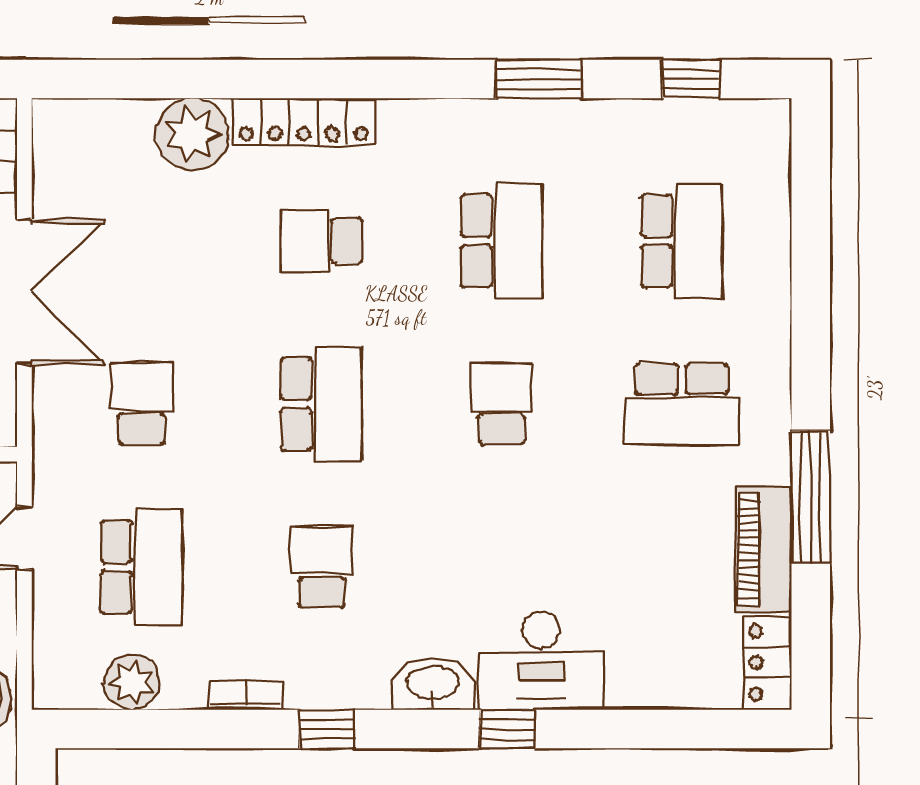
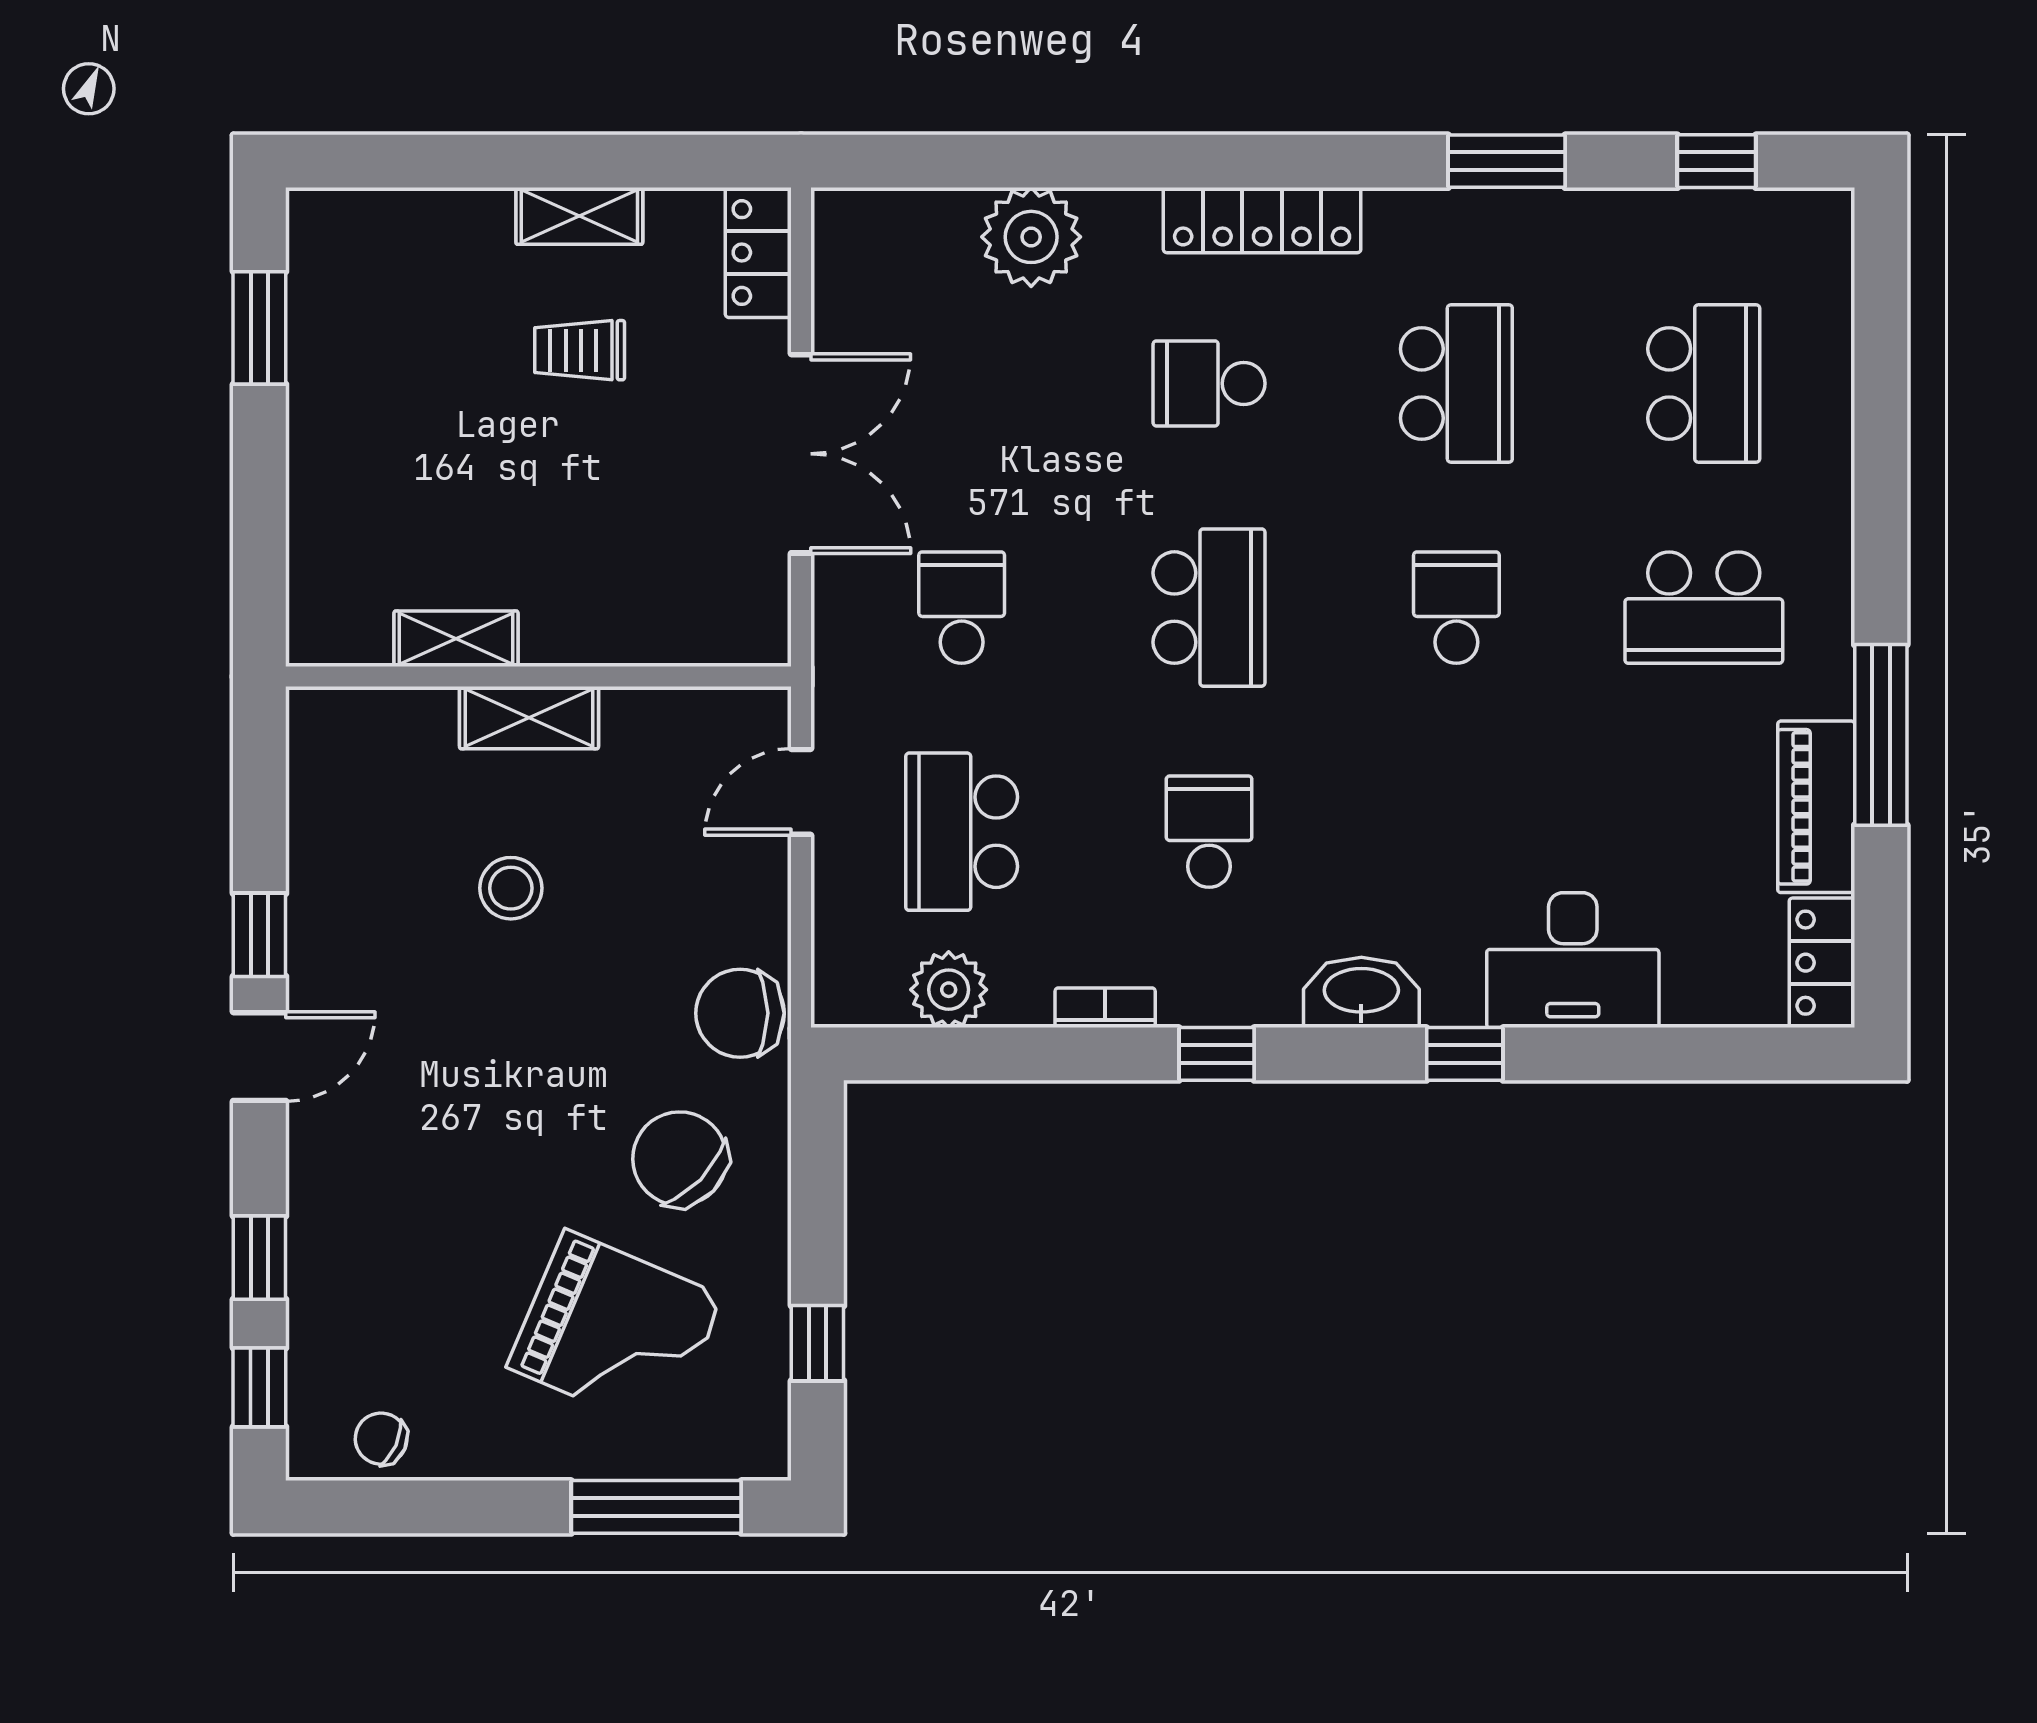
locker: (304, 122) -> (1262, 220), moved
school desk: (141, 567) -> (962, 832), turned 180
desk: (541, 661) -> (1573, 960), moved

